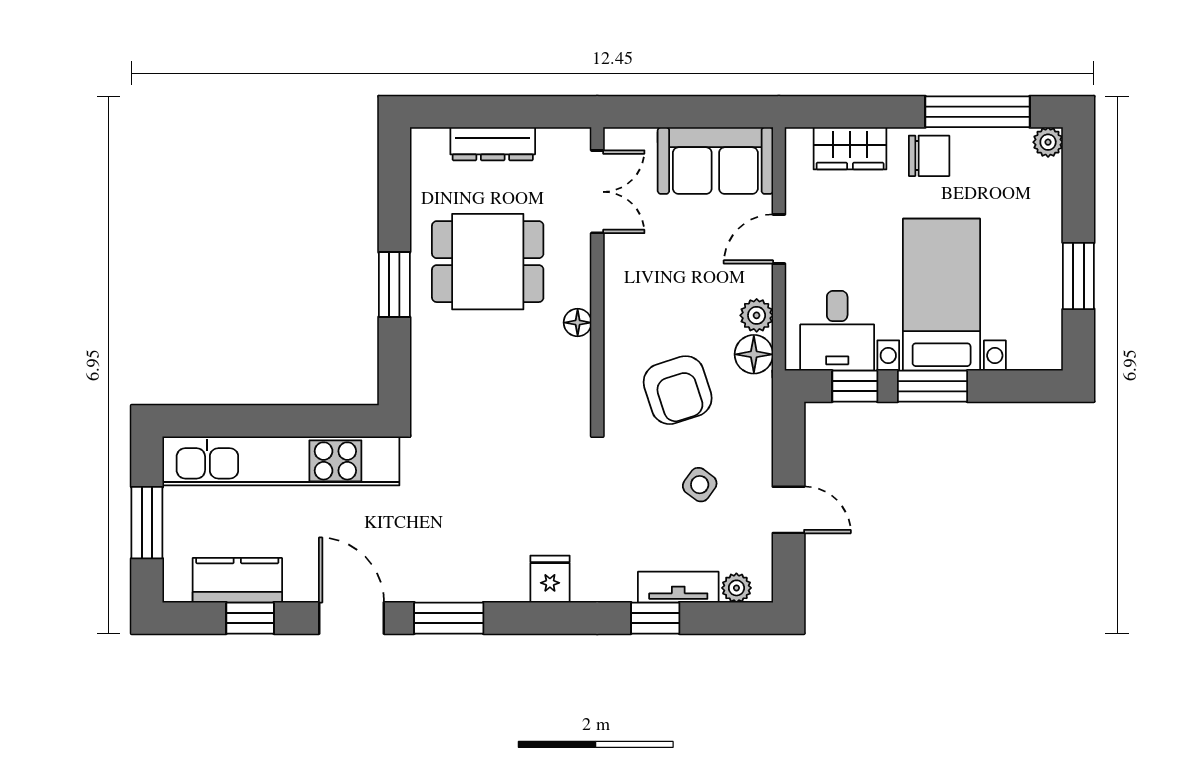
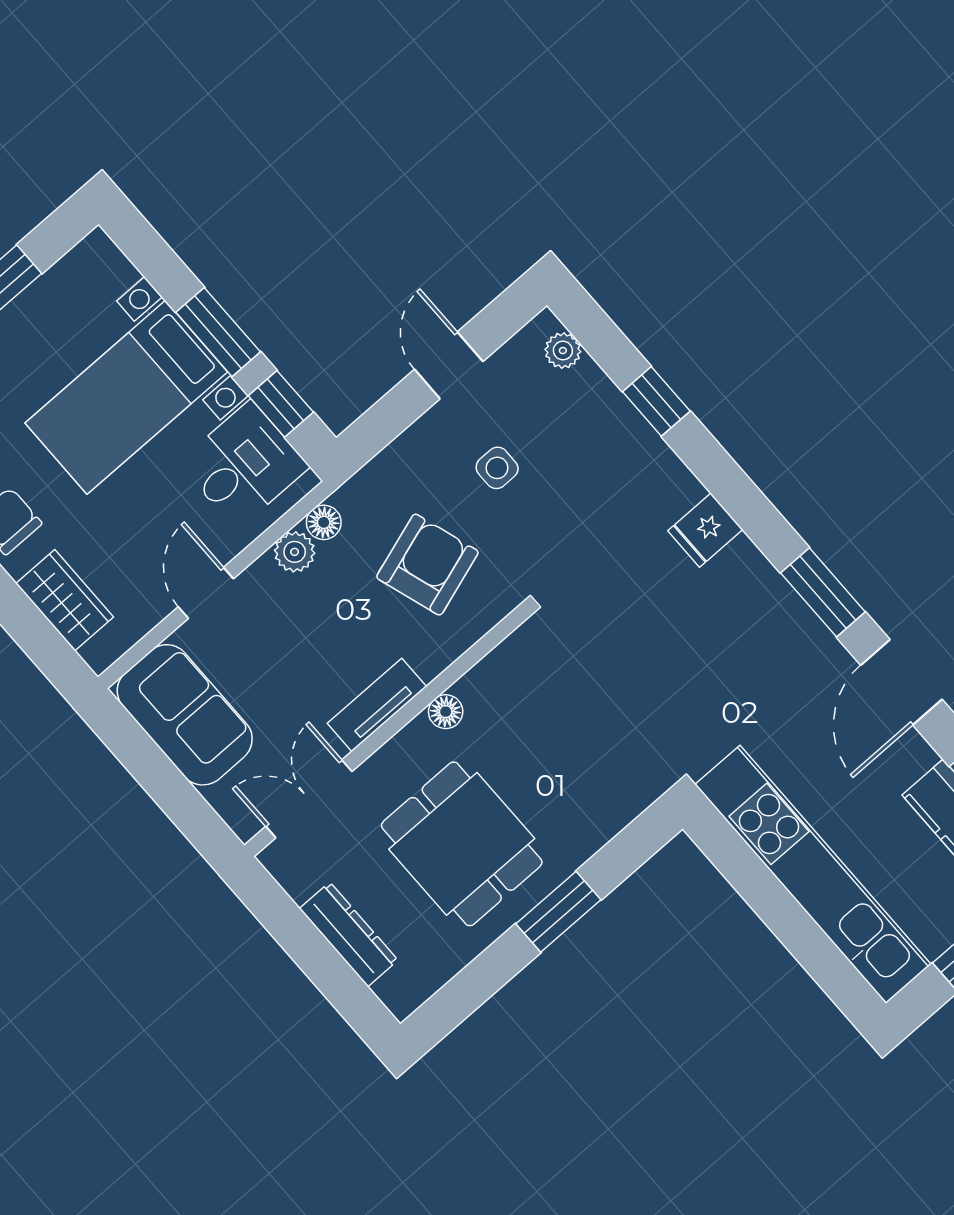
door: (779, 239) -> (206, 593), swing flipped
floor lamp: (754, 354) -> (324, 522), width x0.73, depth x0.73
side table: (700, 485) -> (497, 468), turned -36
tv unit: (678, 587) -> (377, 705), moved, turned 90

